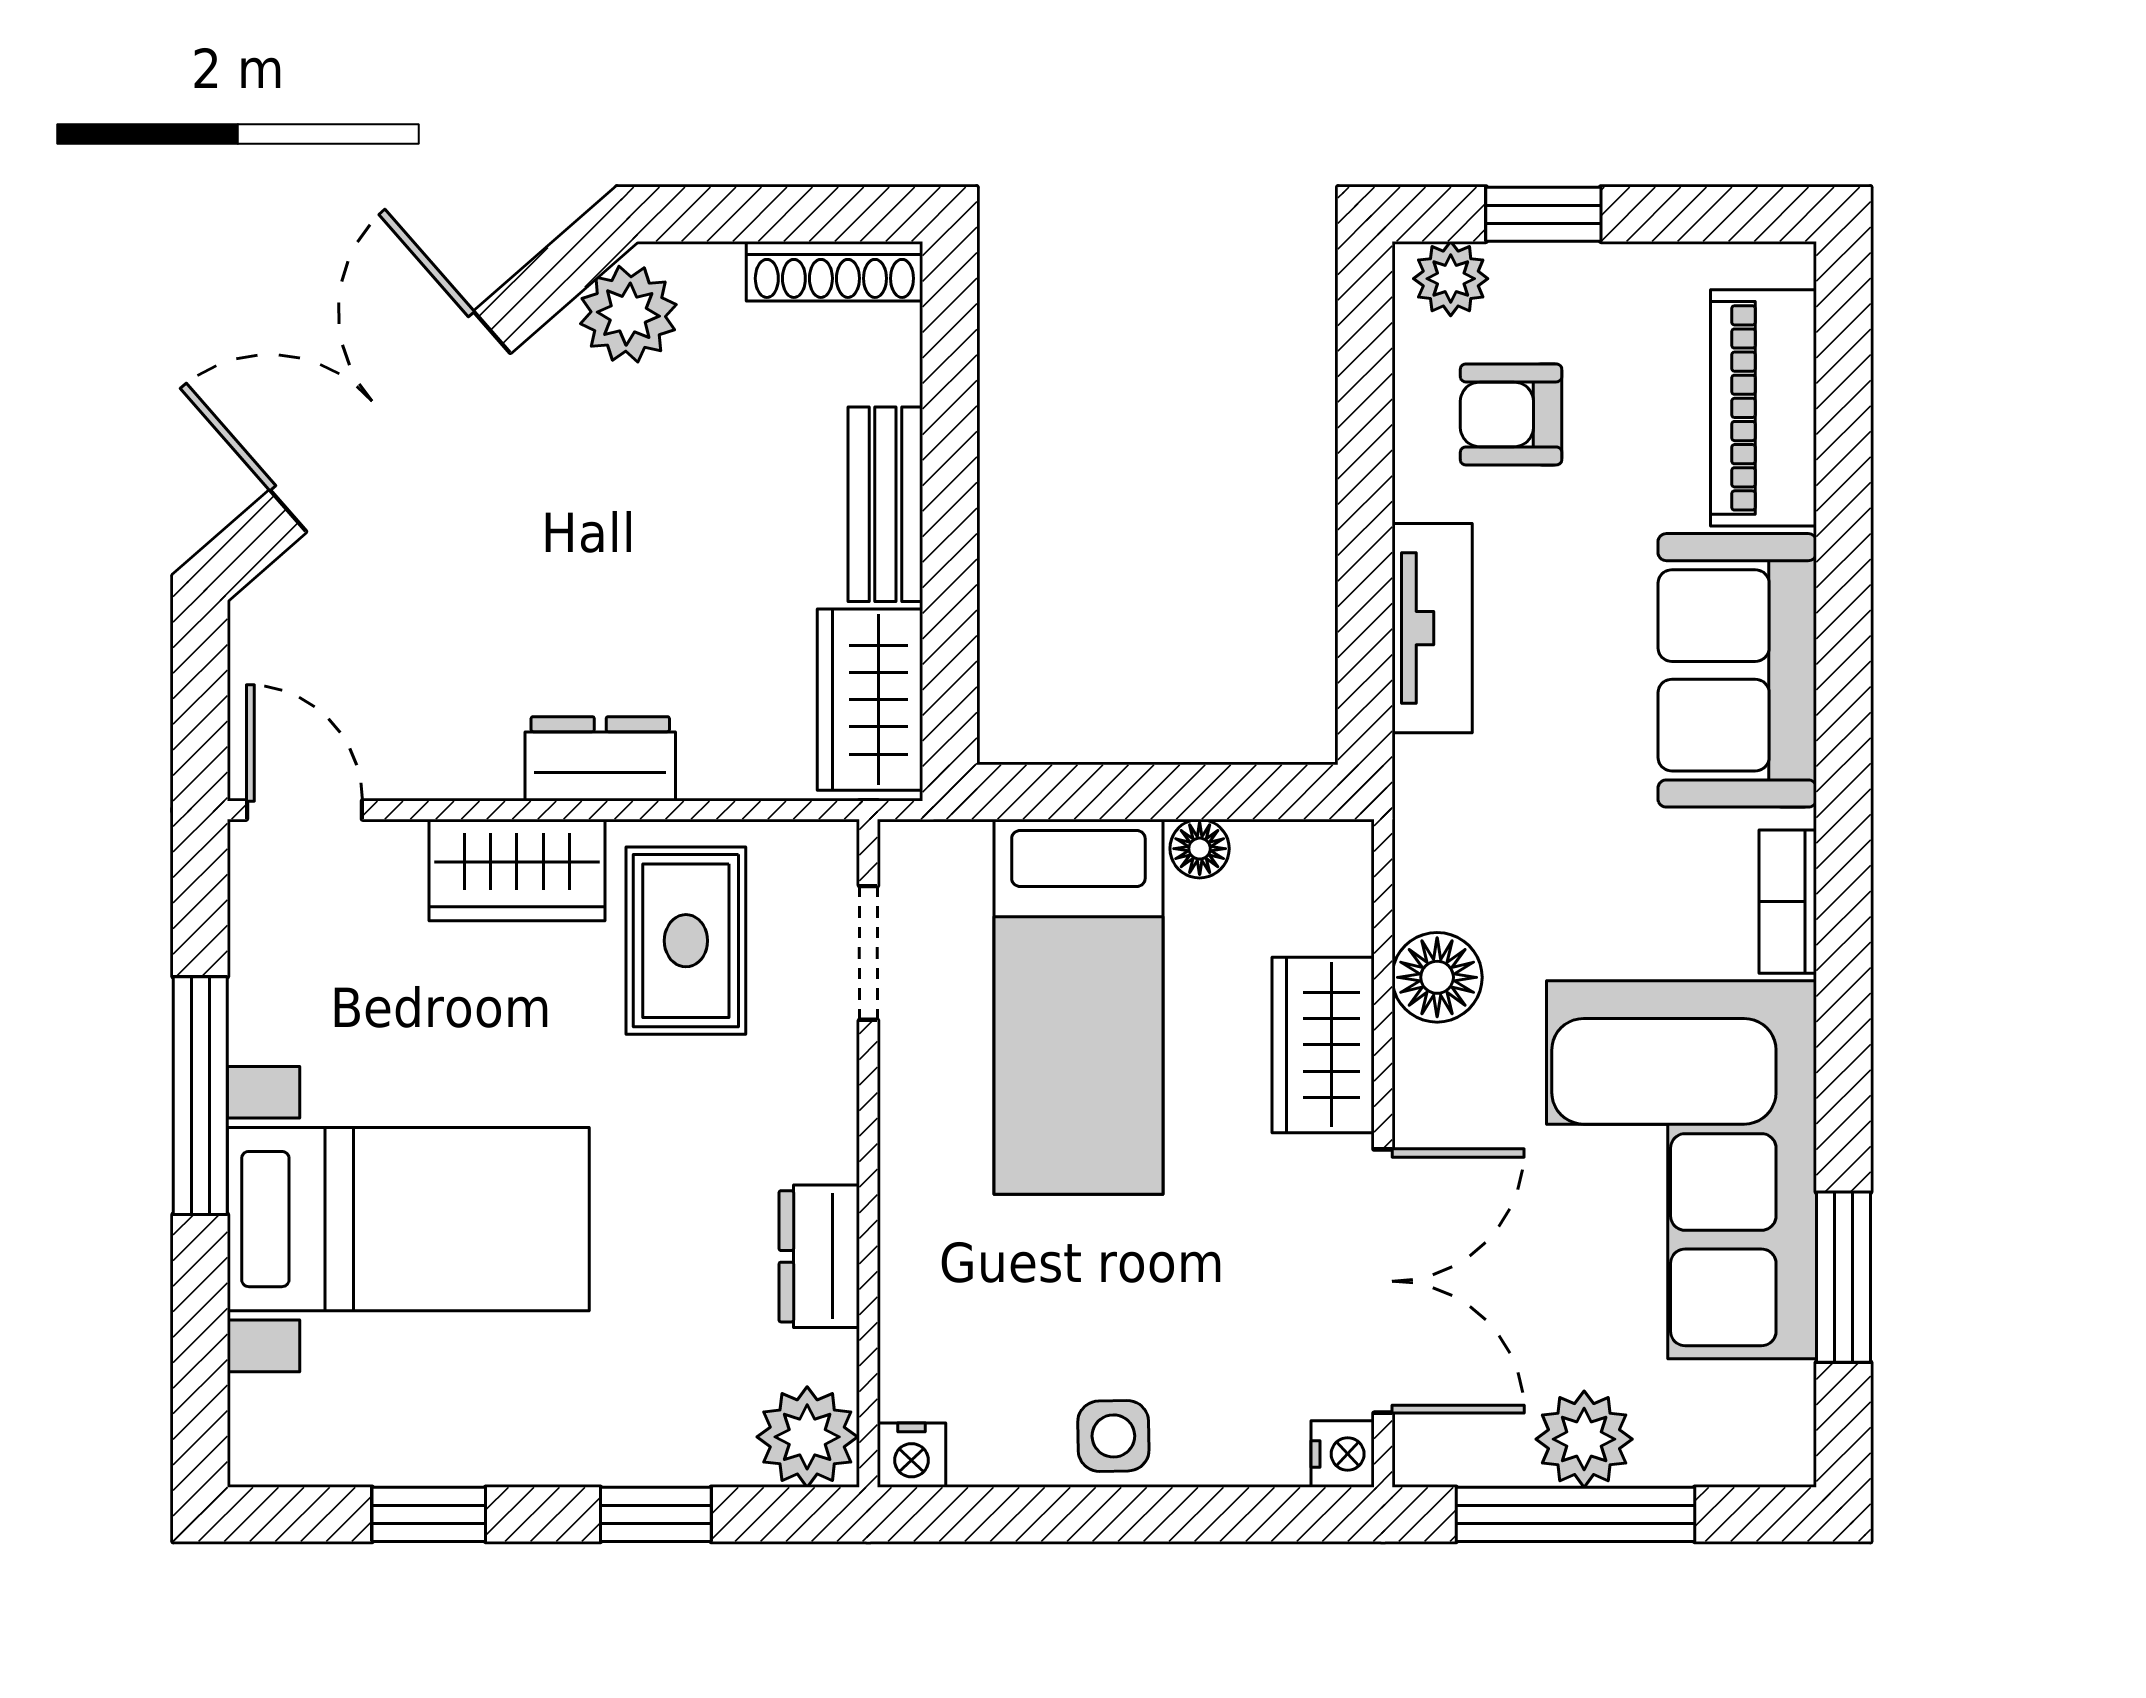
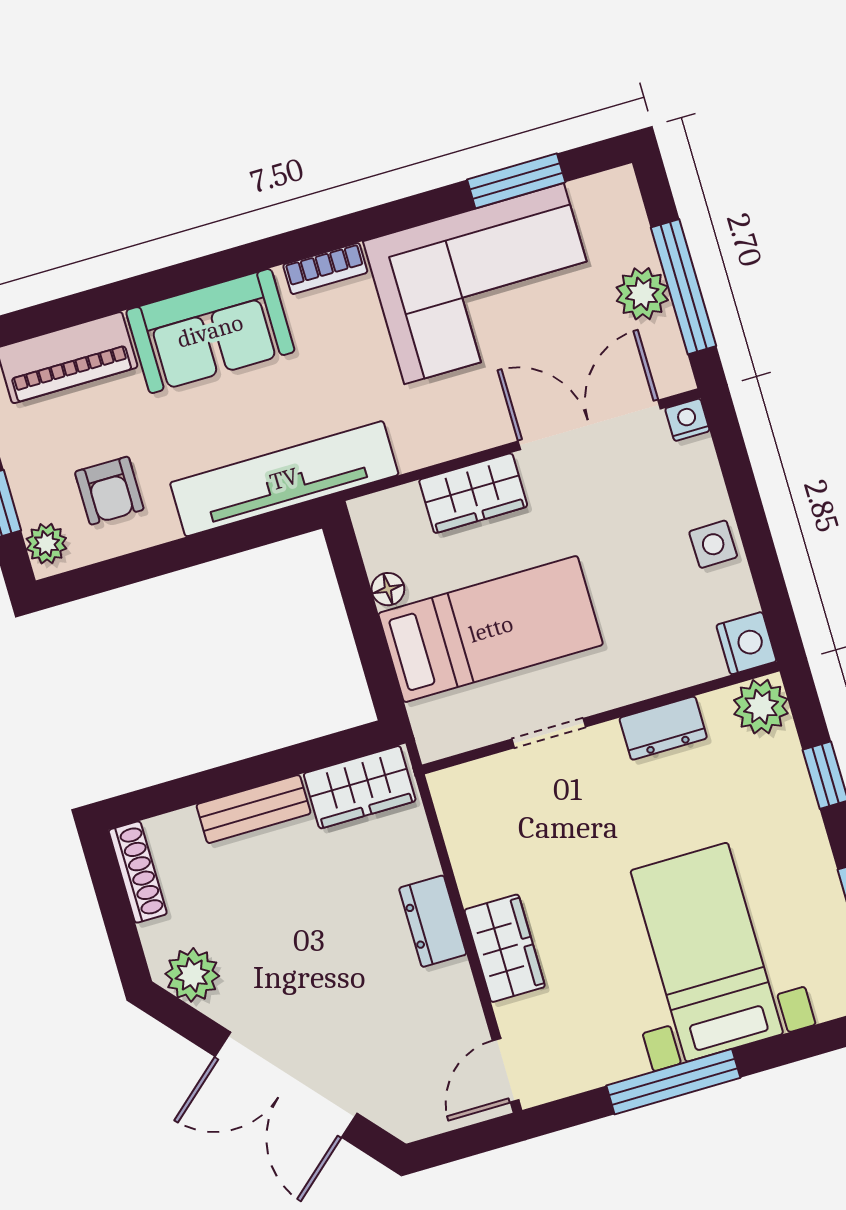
tv unit: (1432, 628) -> (284, 479), width x1.92, depth x1.29
rug: (686, 941) -> (516, 848), removed
doorway: (868, 953) -> (549, 733), moved
floor lamp: (1437, 977) -> (420, 443), removed
nightstand: (911, 1455) -> (746, 643), width x1.39, depth x1.35

